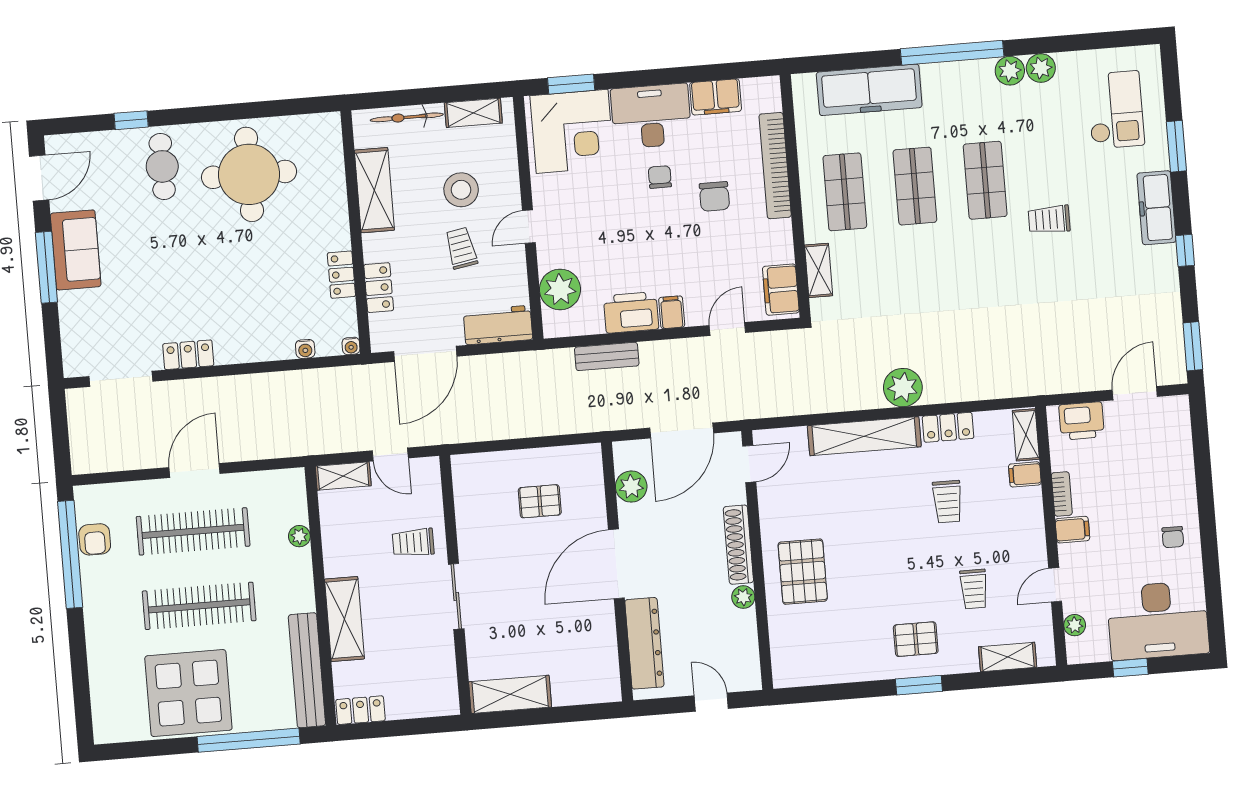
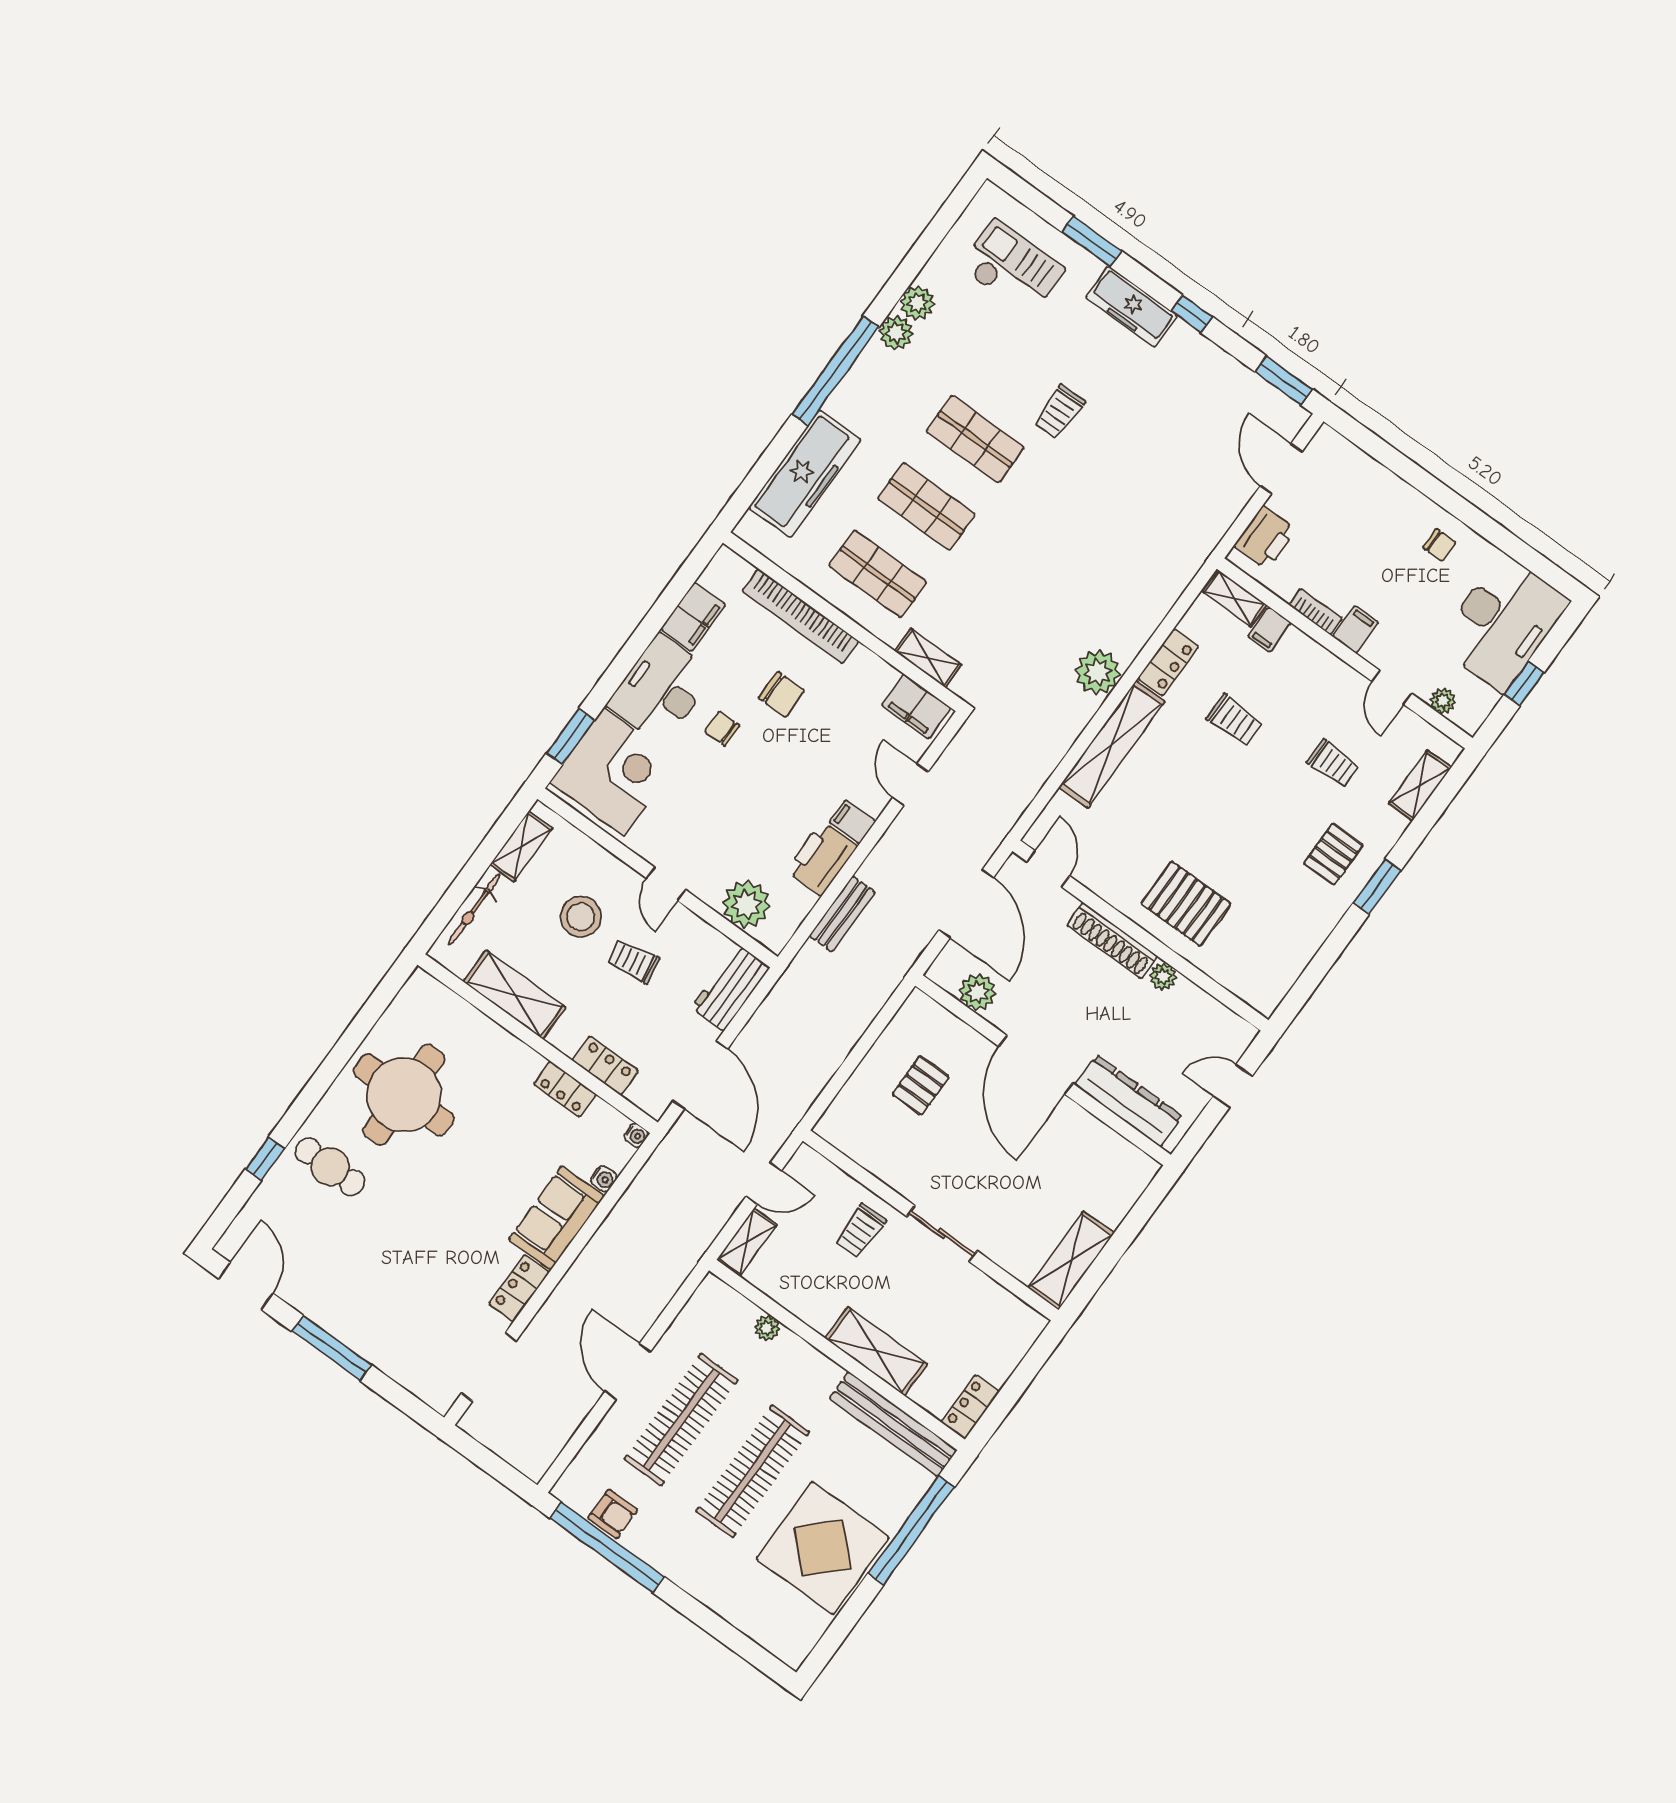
sofa: (76, 250) -> (556, 1218), moved, turned -90

